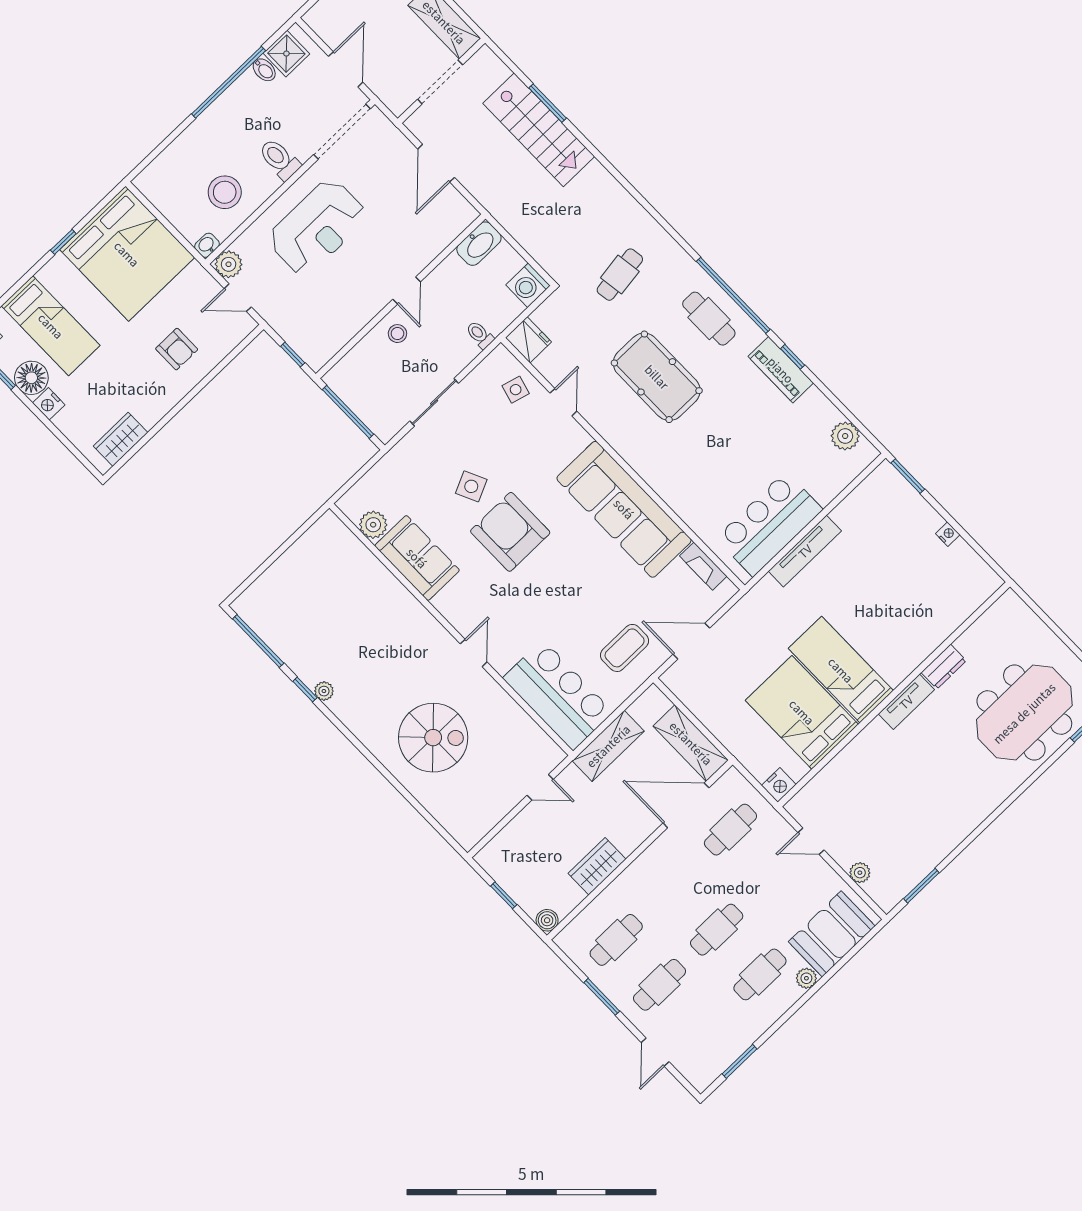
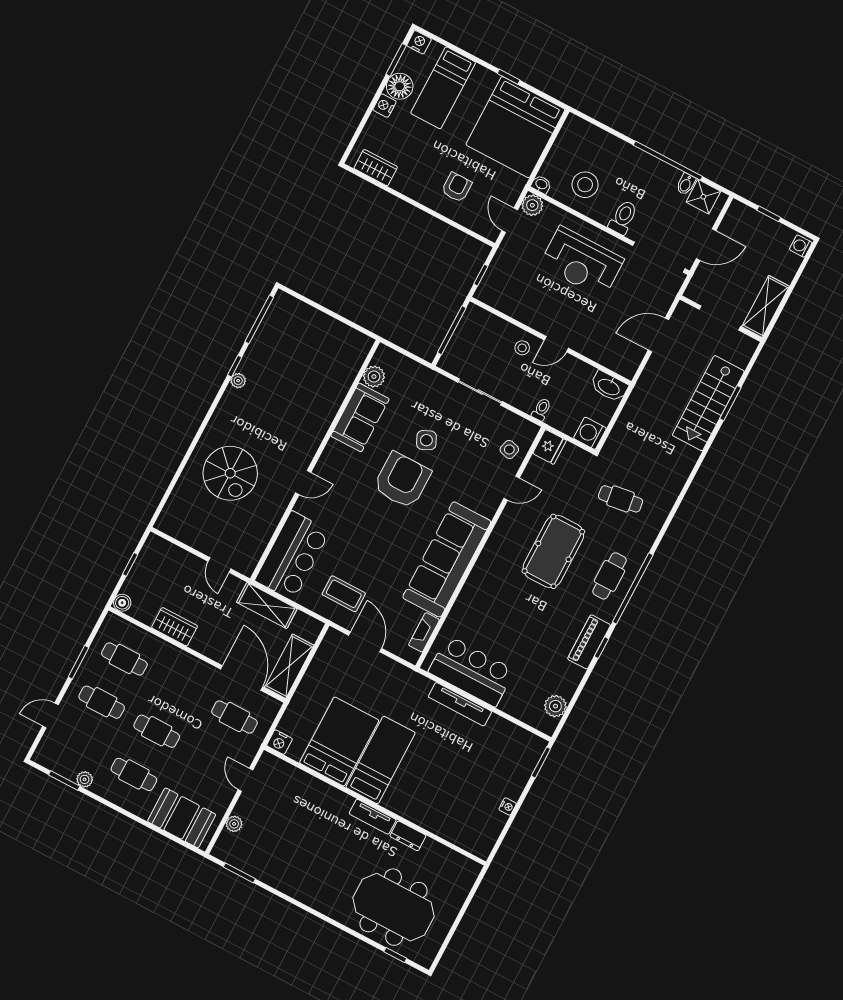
armchair: (177, 349) -> (457, 187), turned 180
plant: (806, 978) -> (85, 779), moved

